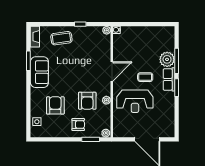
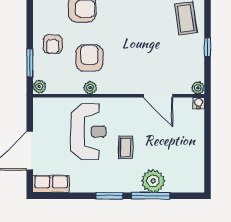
door: (112, 72) -> (158, 96), moved
row of seats: (169, 79) -> (51, 184), moved
armchair: (87, 101) -> (89, 58), turned 90
reception desk: (135, 101) -> (88, 132), turned 180

